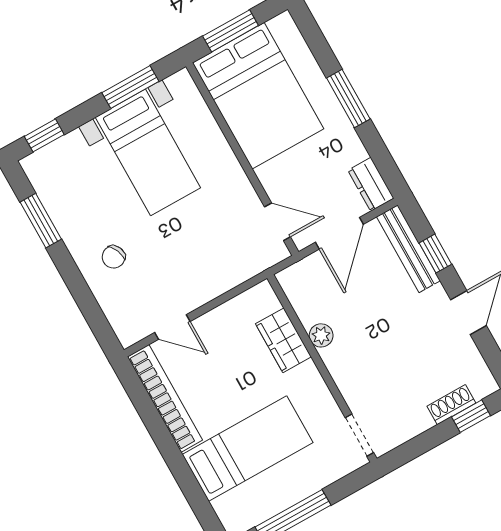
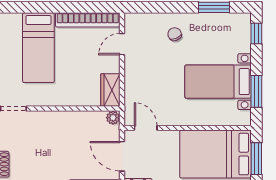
door: (277, 222) -> (146, 128), swing flipped
plant: (321, 335) -> (113, 118), moved
wardrobe: (283, 340) -> (110, 90), moved, turned -90

